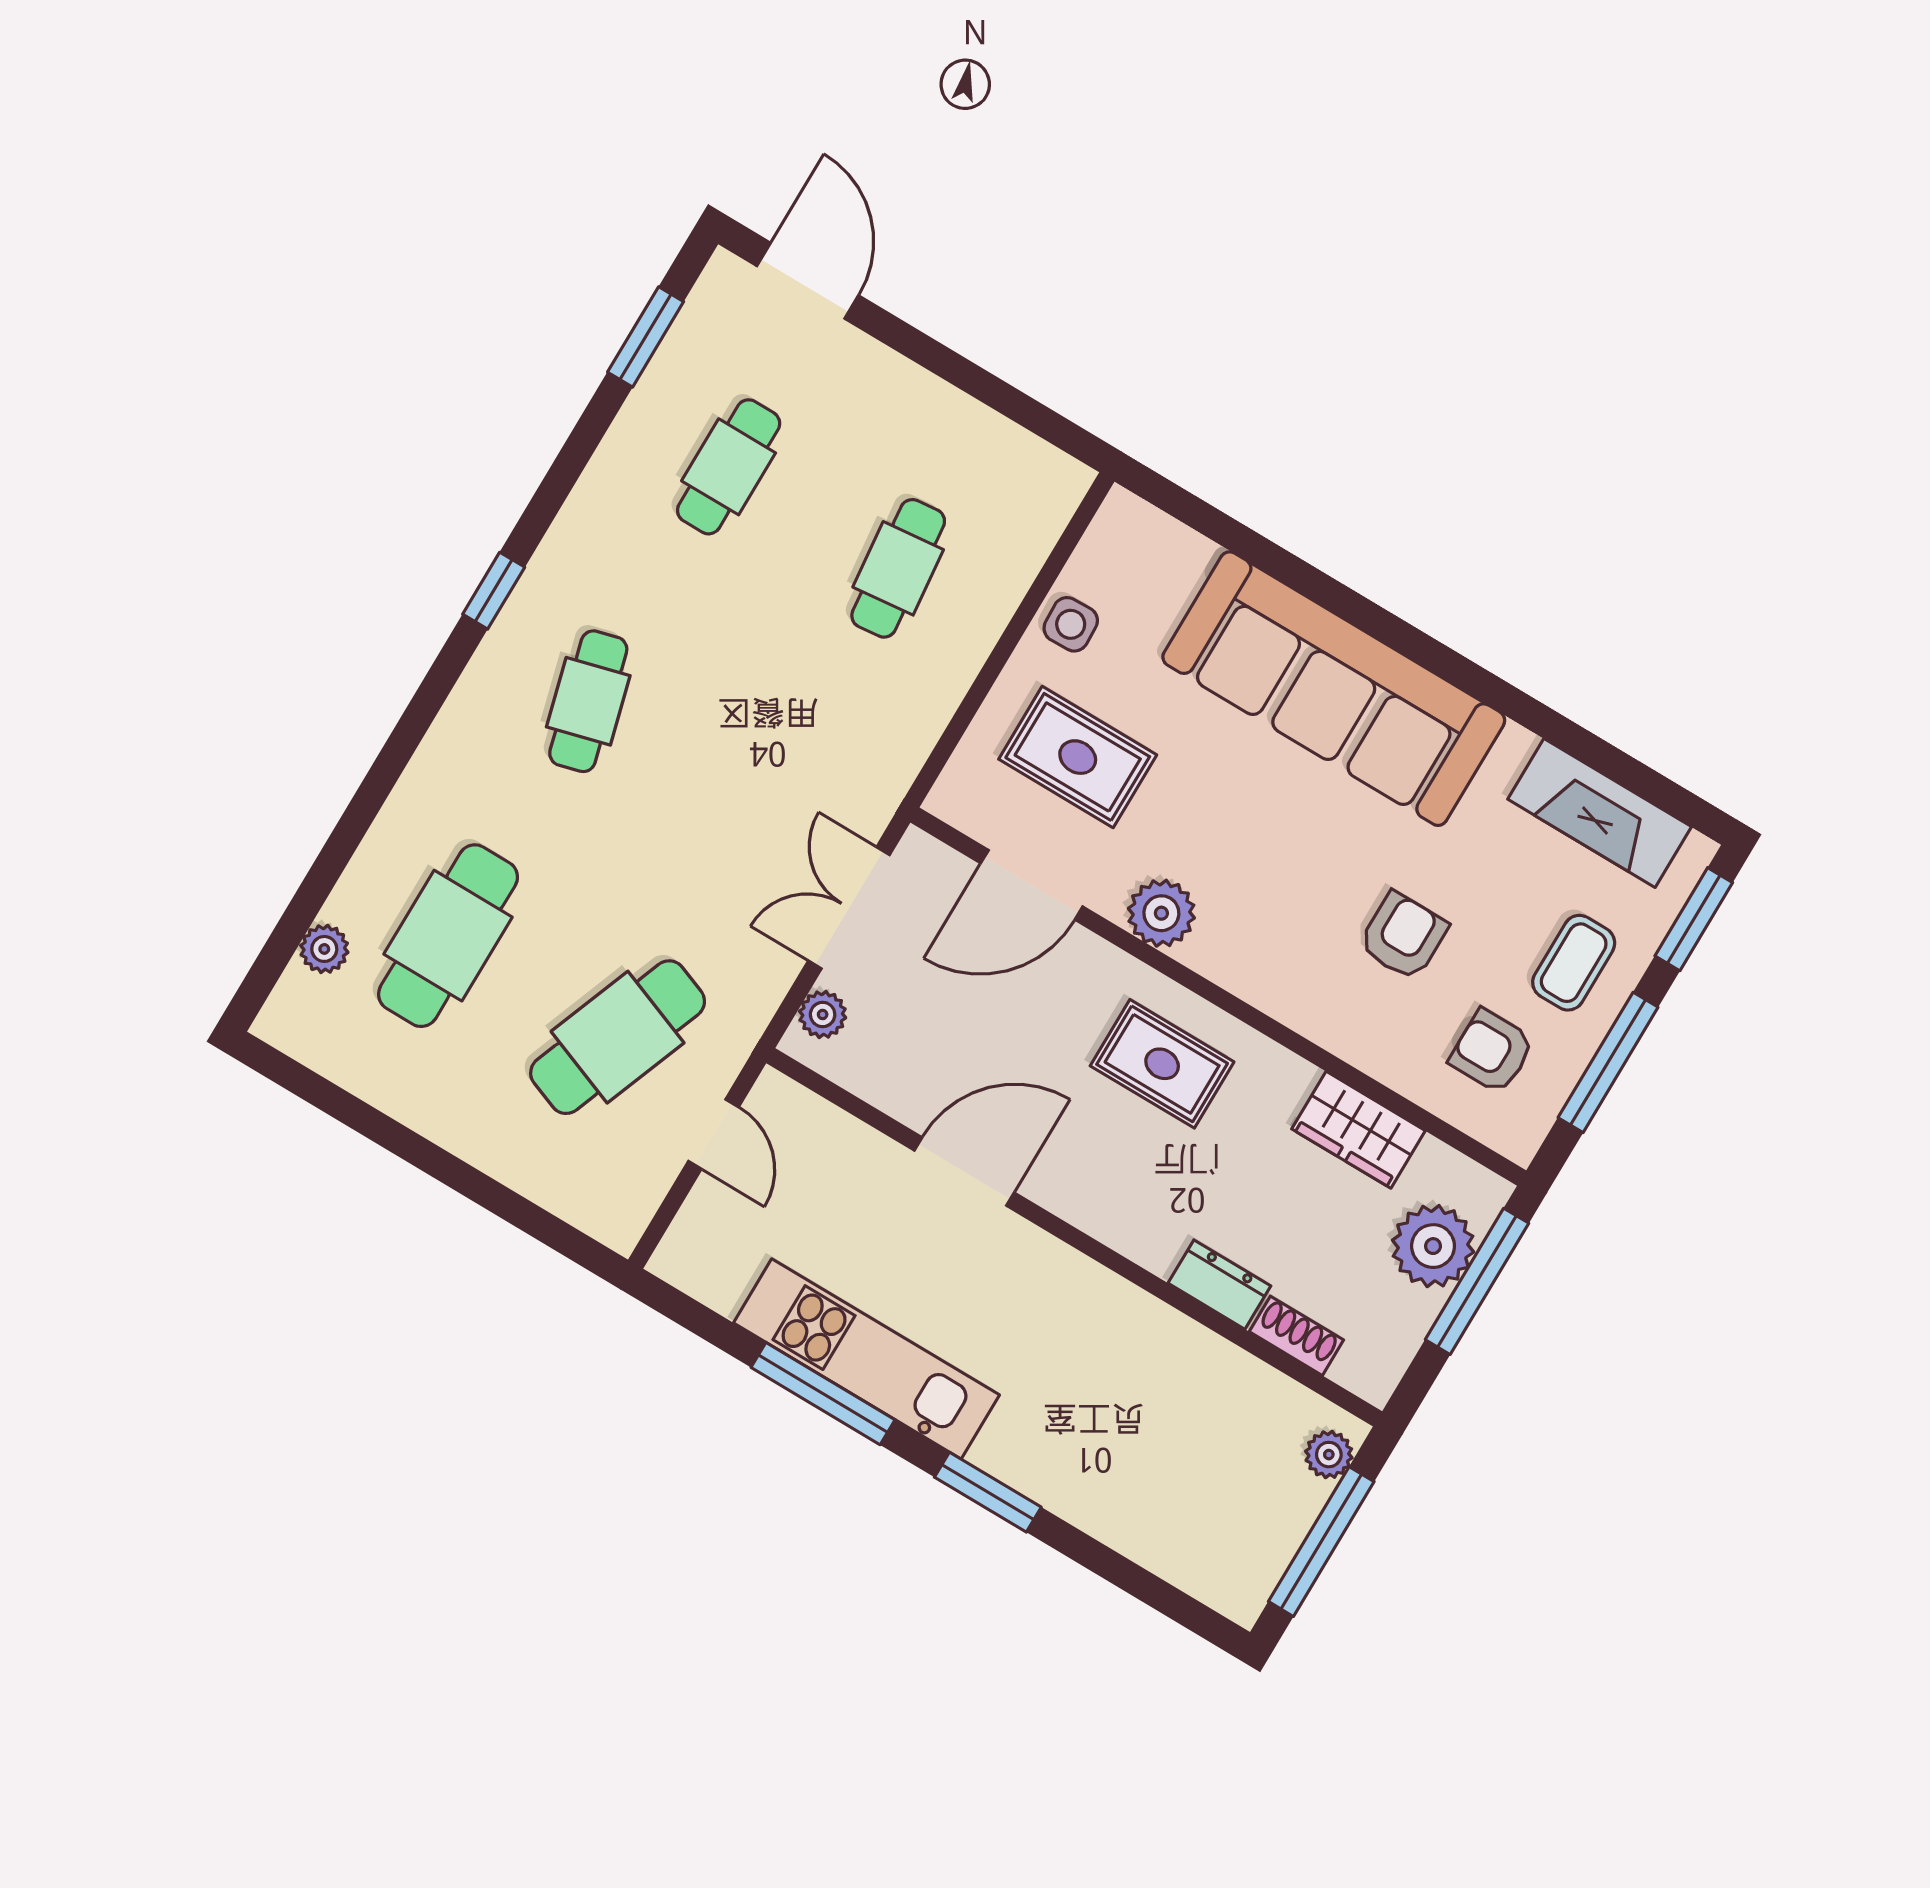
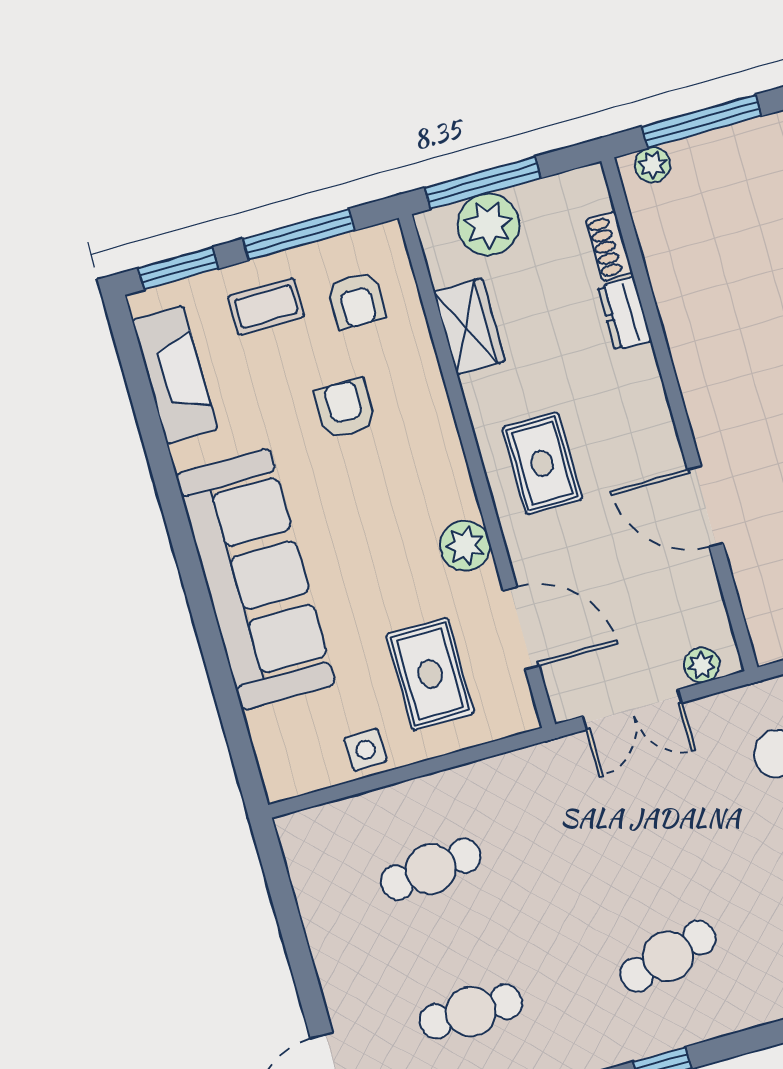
armchair: (1403, 936) -> (345, 409), turned 90

